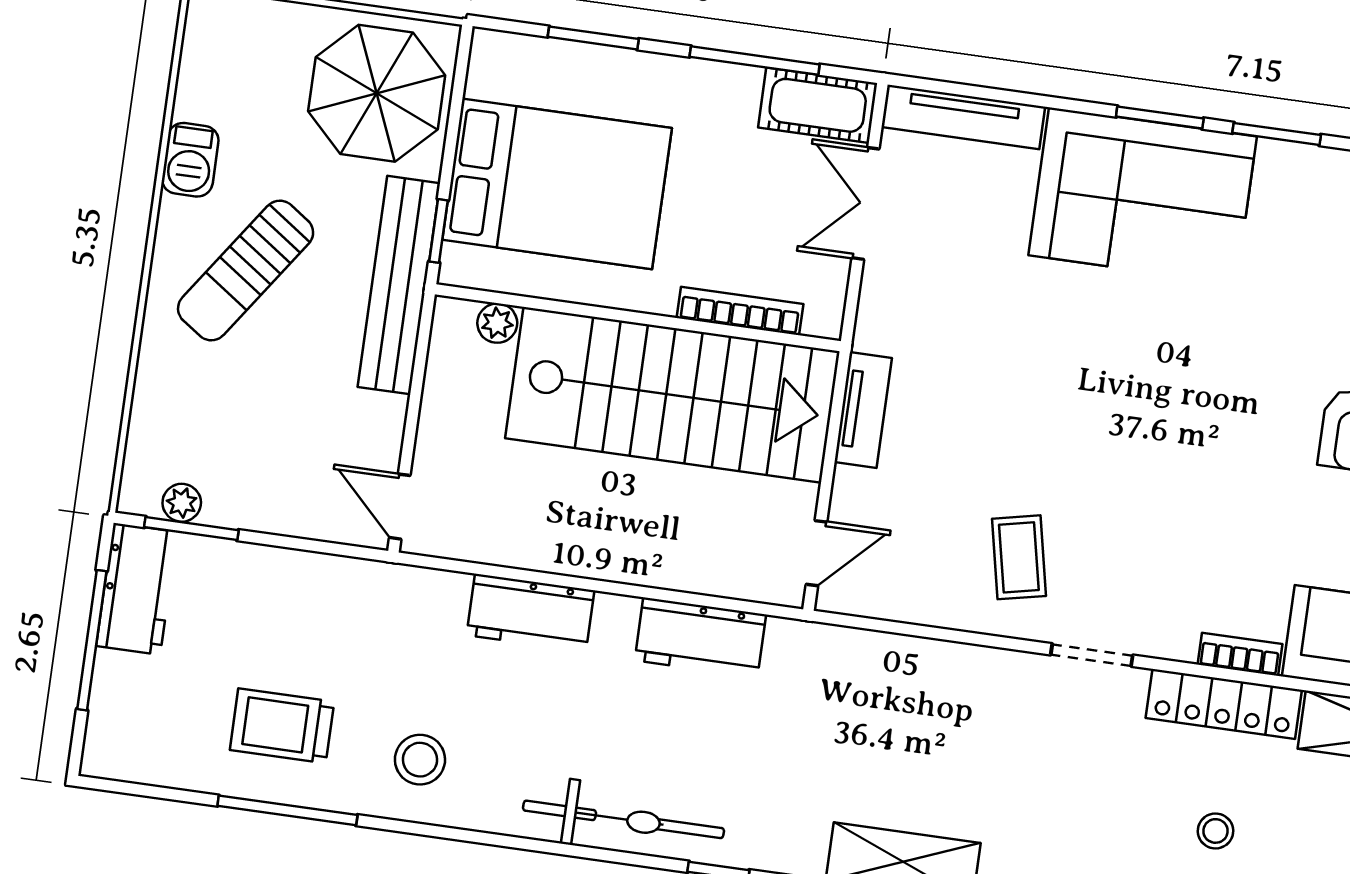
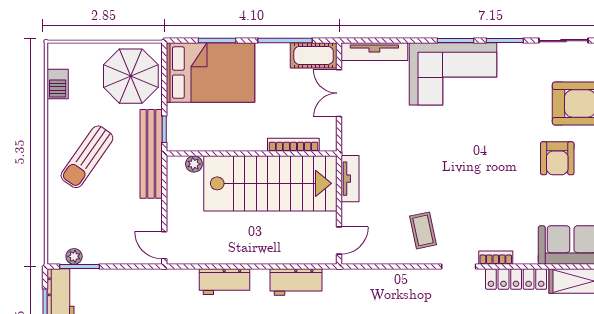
barbecue: (190, 160) -> (58, 84), moved
bed: (557, 184) -> (211, 73), moved
bookcase: (1240, 654) -> (496, 258), moved

